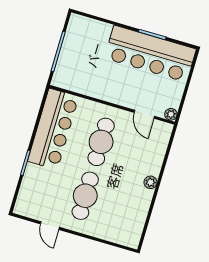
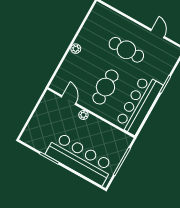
bar counter: (150, 54) -> (80, 159), moved
plant: (171, 114) -> (83, 115), moved
cafe table: (85, 196) -> (126, 50), turned 90

